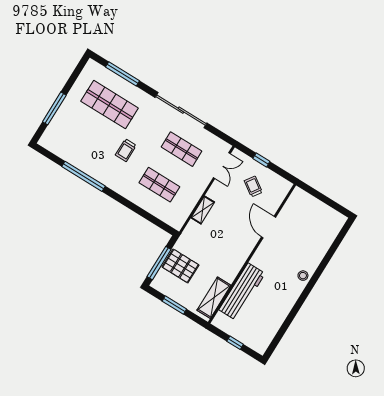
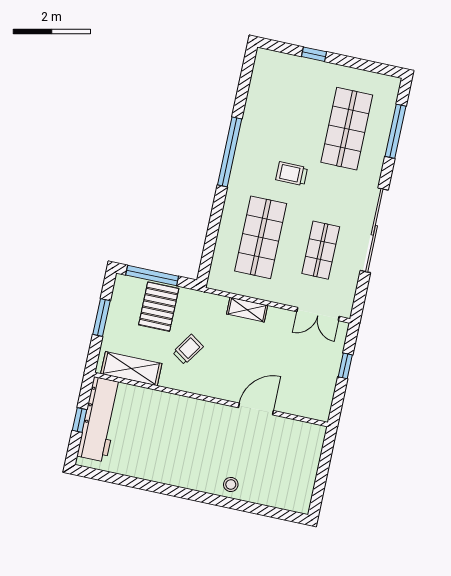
window: (54, 108) -> (314, 54), width x0.46
window: (84, 176) -> (230, 152), moved
shop shelf: (159, 185) -> (261, 237), width x1.43, depth x1.36
trolley: (253, 186) -> (188, 349), moved
stool: (303, 276) -> (231, 484), moved
workbench: (242, 292) -> (100, 419), moved, turned -90

